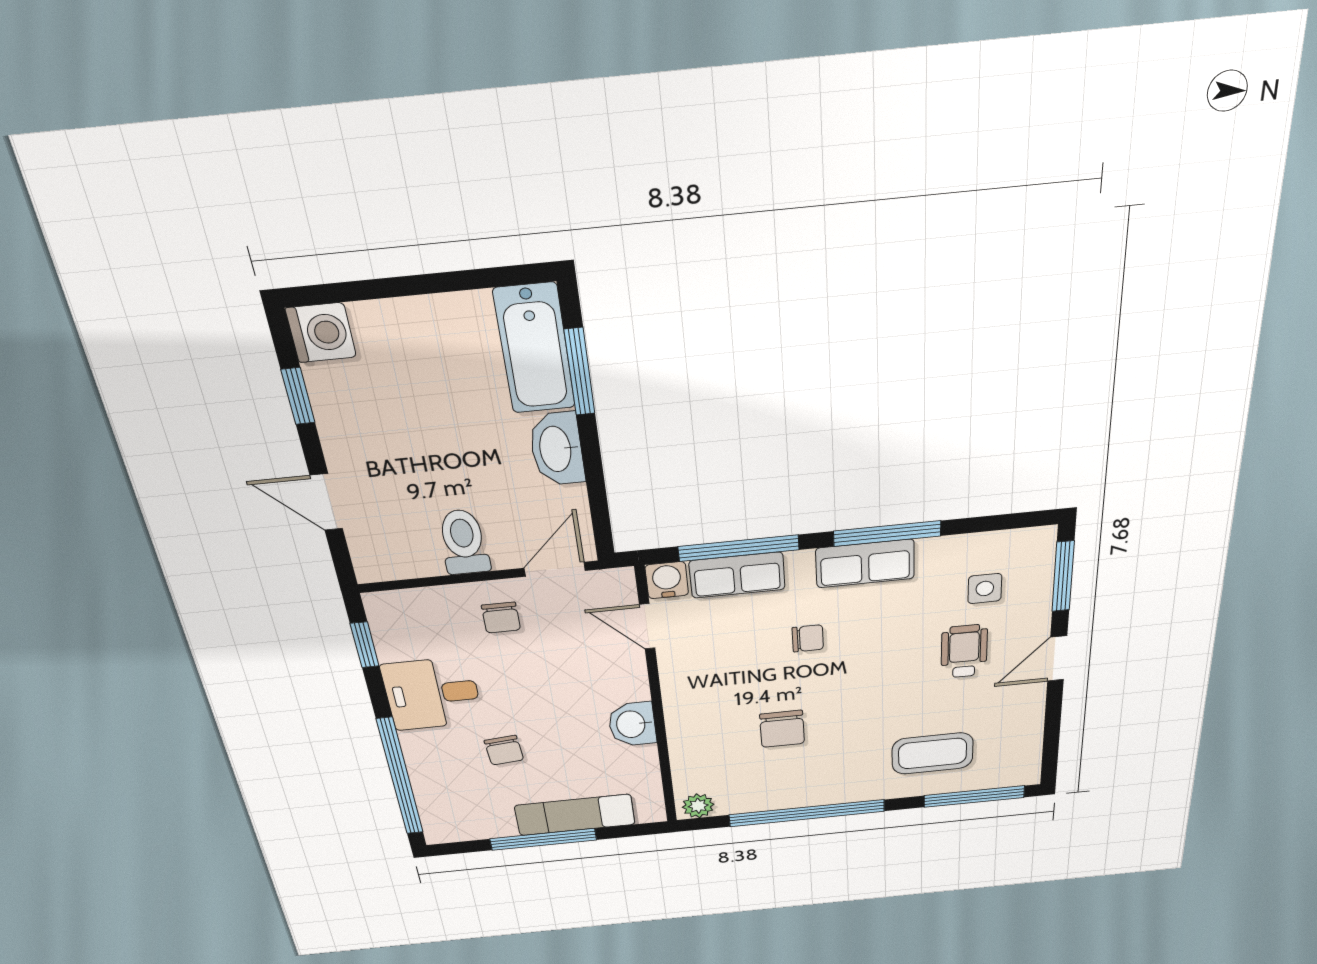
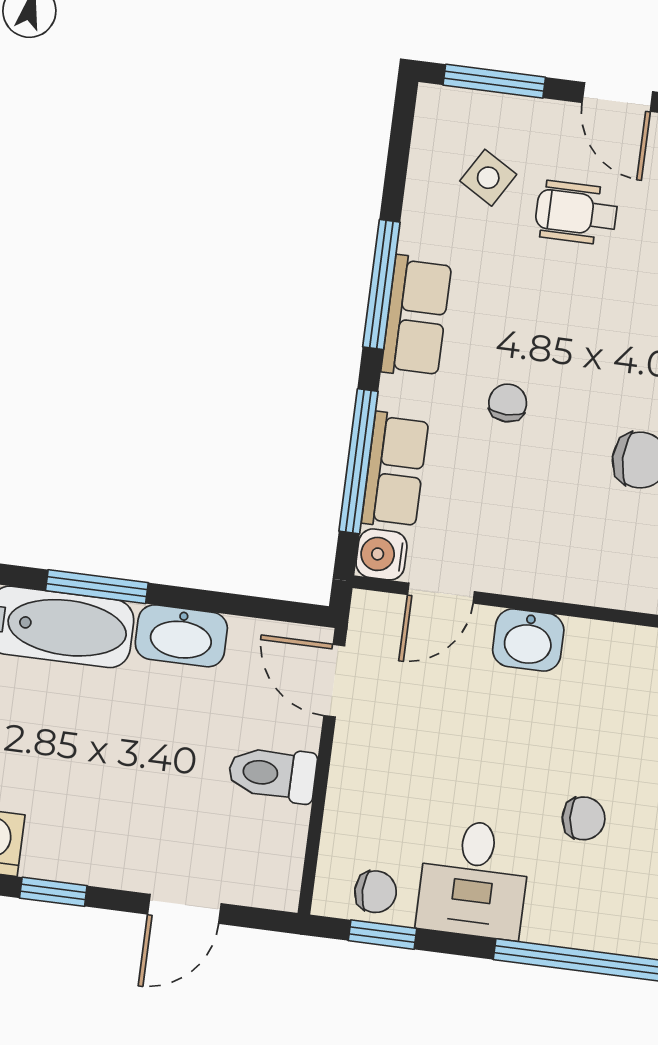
side table: (985, 589) -> (488, 178), turned 31
chair: (501, 618) -> (376, 892), moved
washbasin: (632, 724) -> (528, 640), moved

